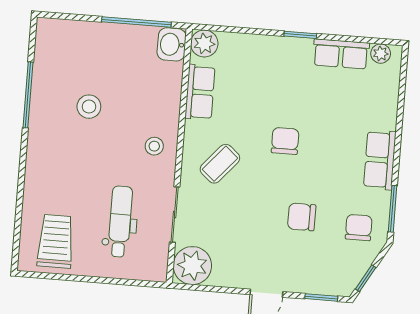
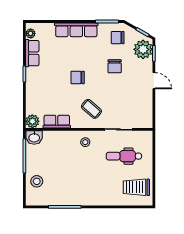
stool: (89, 107) -> (37, 181), moved
row of seats: (380, 160) -> (76, 30), width x1.48
plant: (192, 266) -> (143, 49), moved

